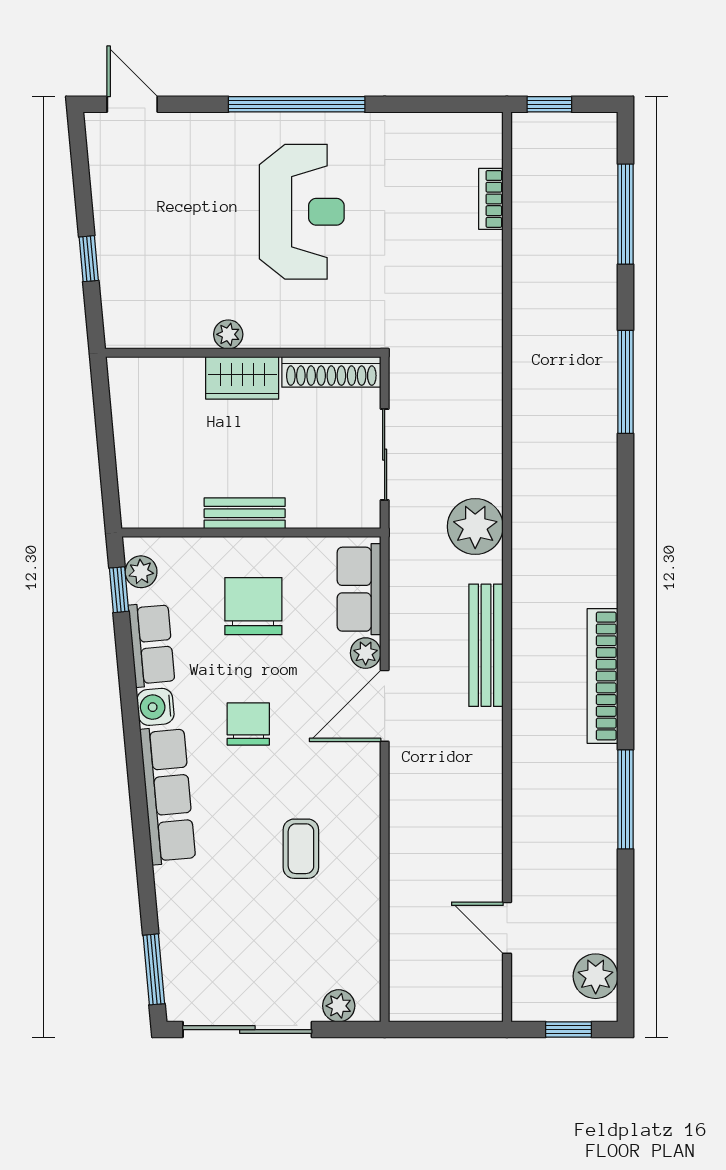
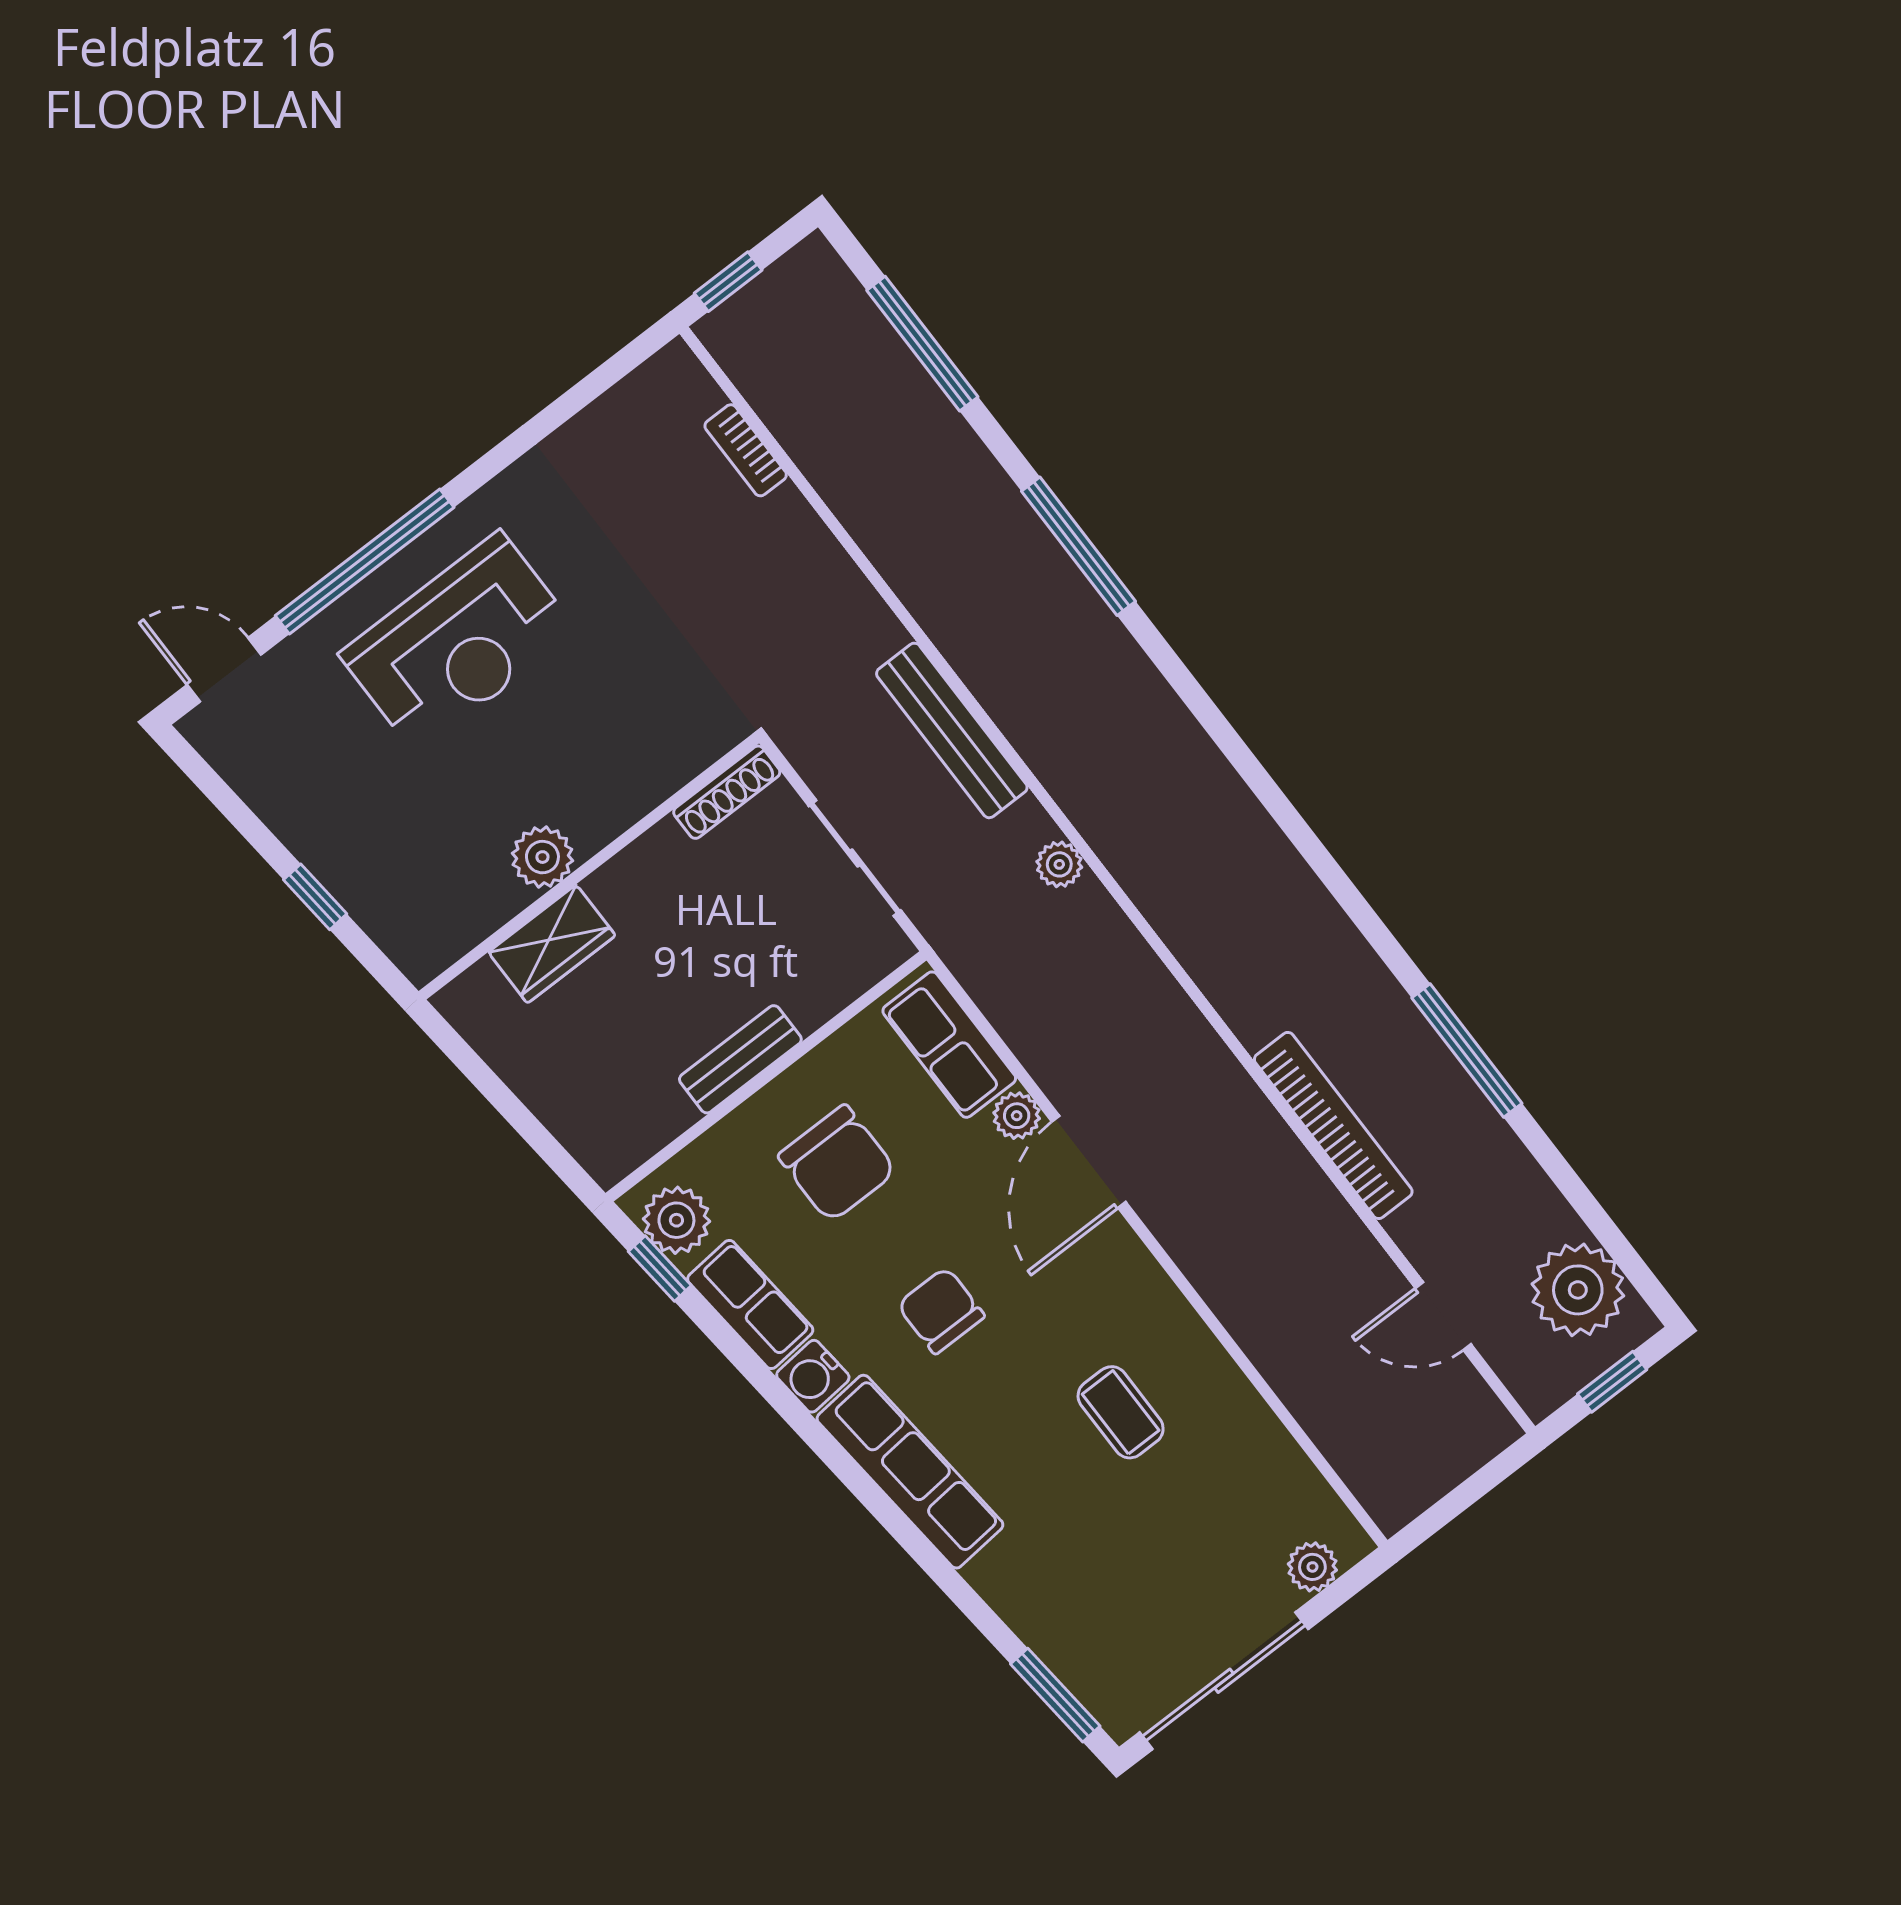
window: (297, 104) -> (365, 562), moved
reception desk: (302, 212) -> (458, 642), moved, turned 90
plant: (228, 334) -> (542, 857), width x1.38, depth x1.38
shoe rack: (331, 372) -> (727, 792), width x0.74, depth x0.81
wardrobe: (242, 378) -> (552, 944), moved
plant: (475, 527) -> (1059, 864), width x0.53, depth x0.53
plant: (141, 572) -> (676, 1220), width x1.38, depth x1.38
chair: (253, 606) -> (837, 1163), turned 180
bench: (486, 645) -> (952, 730), moved
bookcase: (603, 676) -> (1333, 1125), moved, turned 180
plant: (596, 976) -> (1578, 1290), width x1.36, depth x1.36

